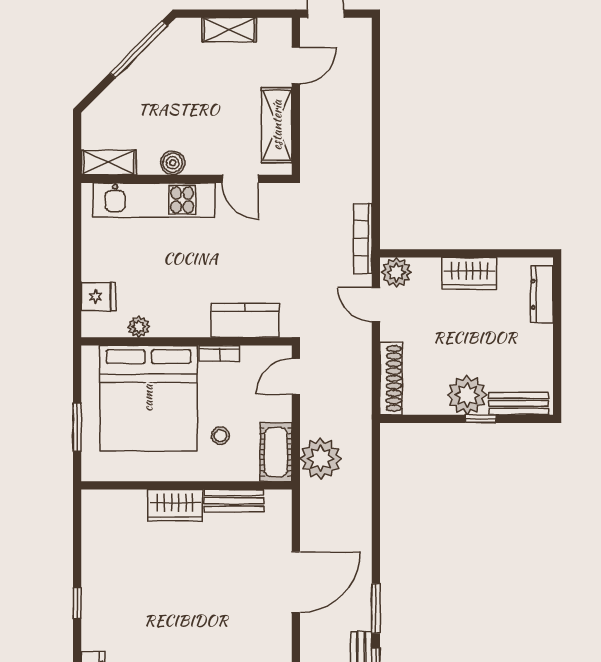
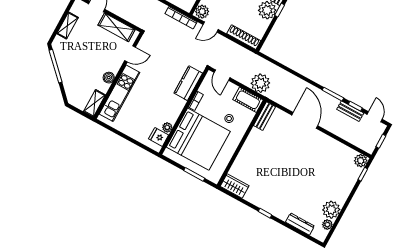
fridge: (98, 297) -> (159, 137), moved, turned -90
bench: (234, 501) -> (265, 116), moved
wardrobe: (175, 505) -> (235, 186), moved, turned -90

